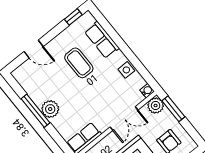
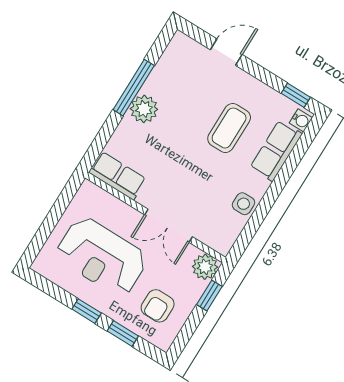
door: (34, 49) -> (226, 52), swing flipped
water cooler: (147, 91) -> (301, 120), moved
window: (173, 109) -> (209, 296), width x0.67

